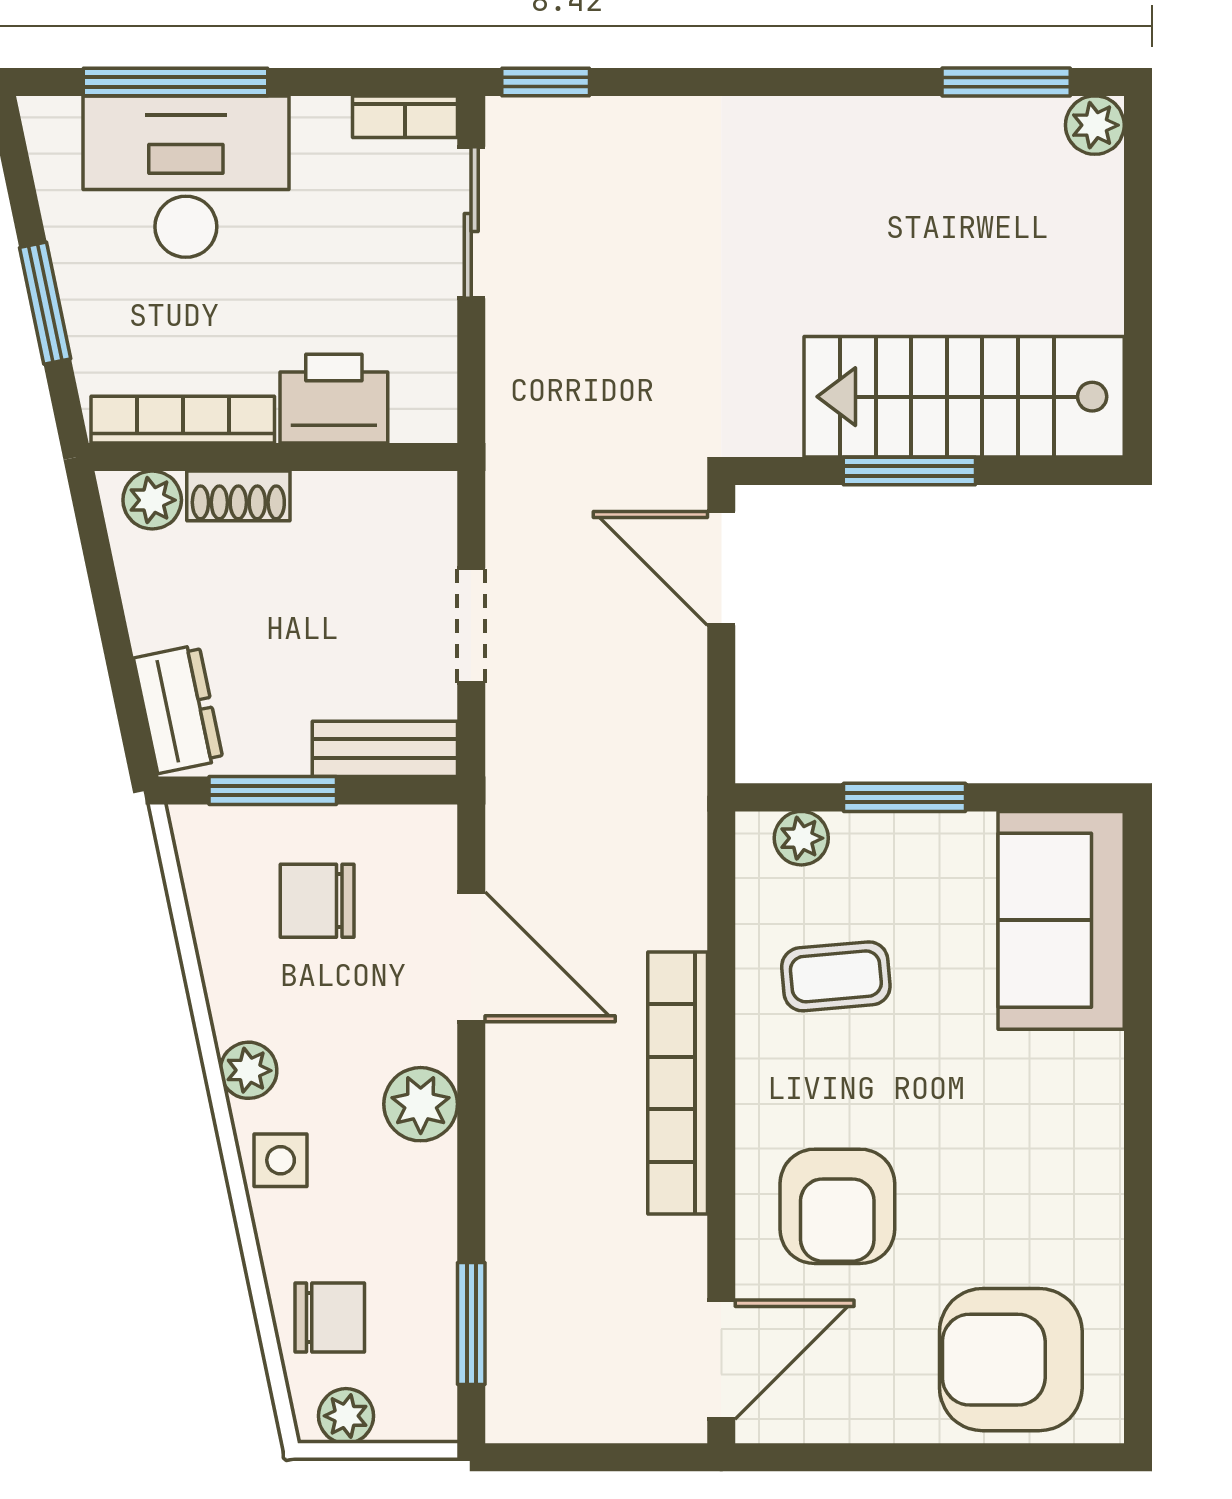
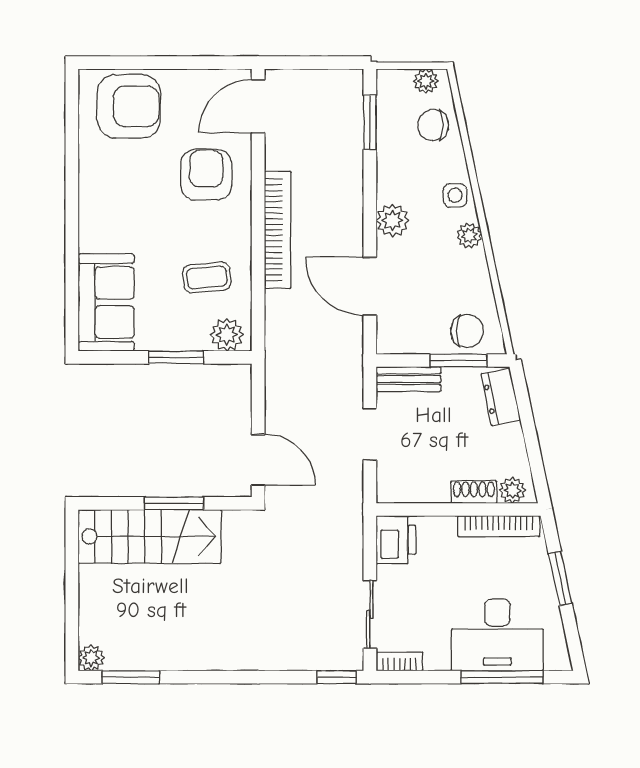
printer: (334, 399) -> (396, 540), moved, turned -90
plant: (801, 838) -> (227, 335), width x1.38, depth x1.38
chair: (317, 901) -> (467, 331), moved

